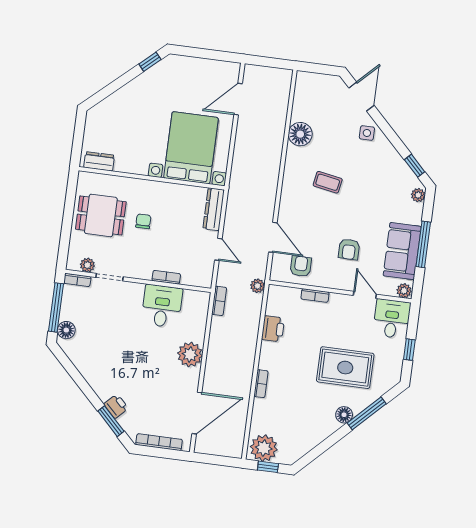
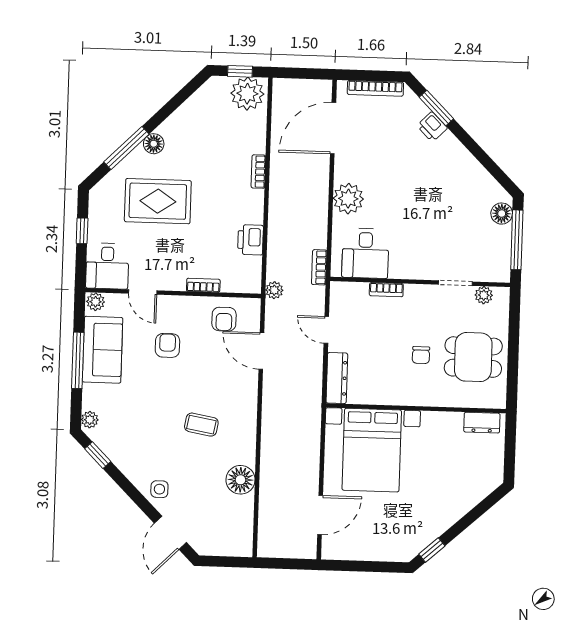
bookcase: (77, 280) -> (494, 276), removed
desk: (162, 306) -> (365, 253), moved

